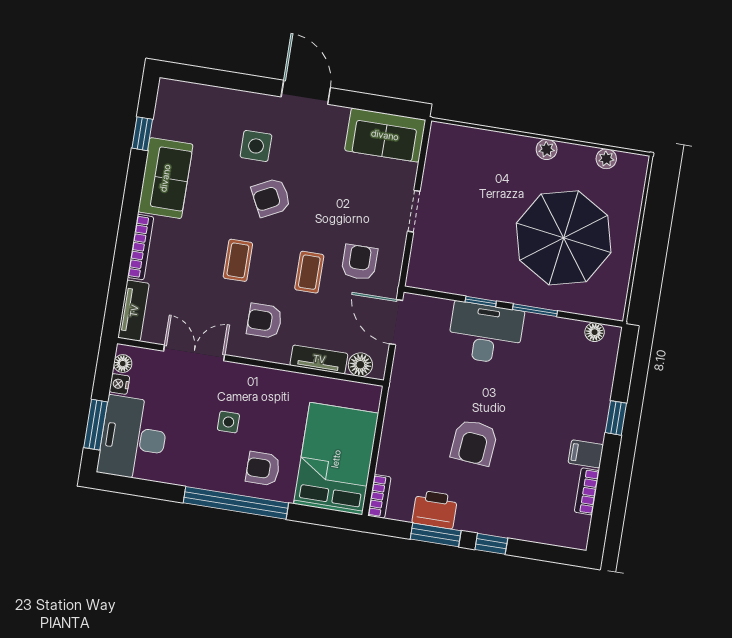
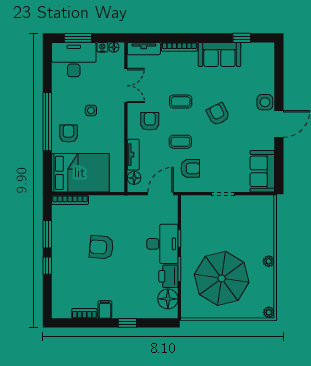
side table: (256, 146) -> (265, 102), moved
plant: (606, 159) -> (269, 312), moved
floor lamp: (595, 332) -> (168, 299), width x1.89, depth x1.89
bookcase: (379, 496) -> (70, 200), width x1.56
printer: (435, 509) -> (168, 276), moved, turned 180

